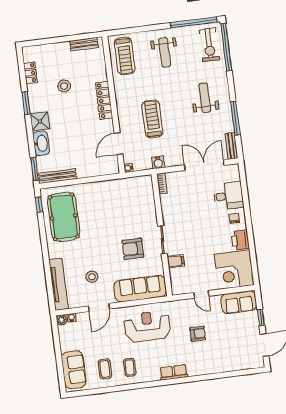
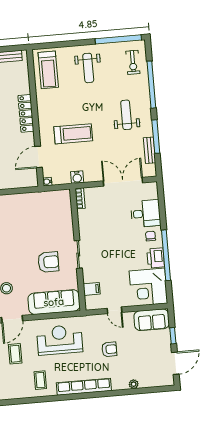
exercise bike: (209, 45) -> (133, 62), width x0.73, depth x0.72
window: (226, 47) -> (151, 85), moved
treadmill: (152, 119) -> (73, 134), turned 90
bench: (231, 146) -> (149, 150), moved
window: (251, 237) -> (166, 255), added
armchair: (133, 249) -> (48, 262), turned 180
filing cabinet: (176, 261) -> (92, 289), moved
plant: (223, 368) -> (134, 384), added
coffee table: (105, 369) -> (15, 354), moved
row of seats: (174, 372) -> (84, 387), width x2.02

